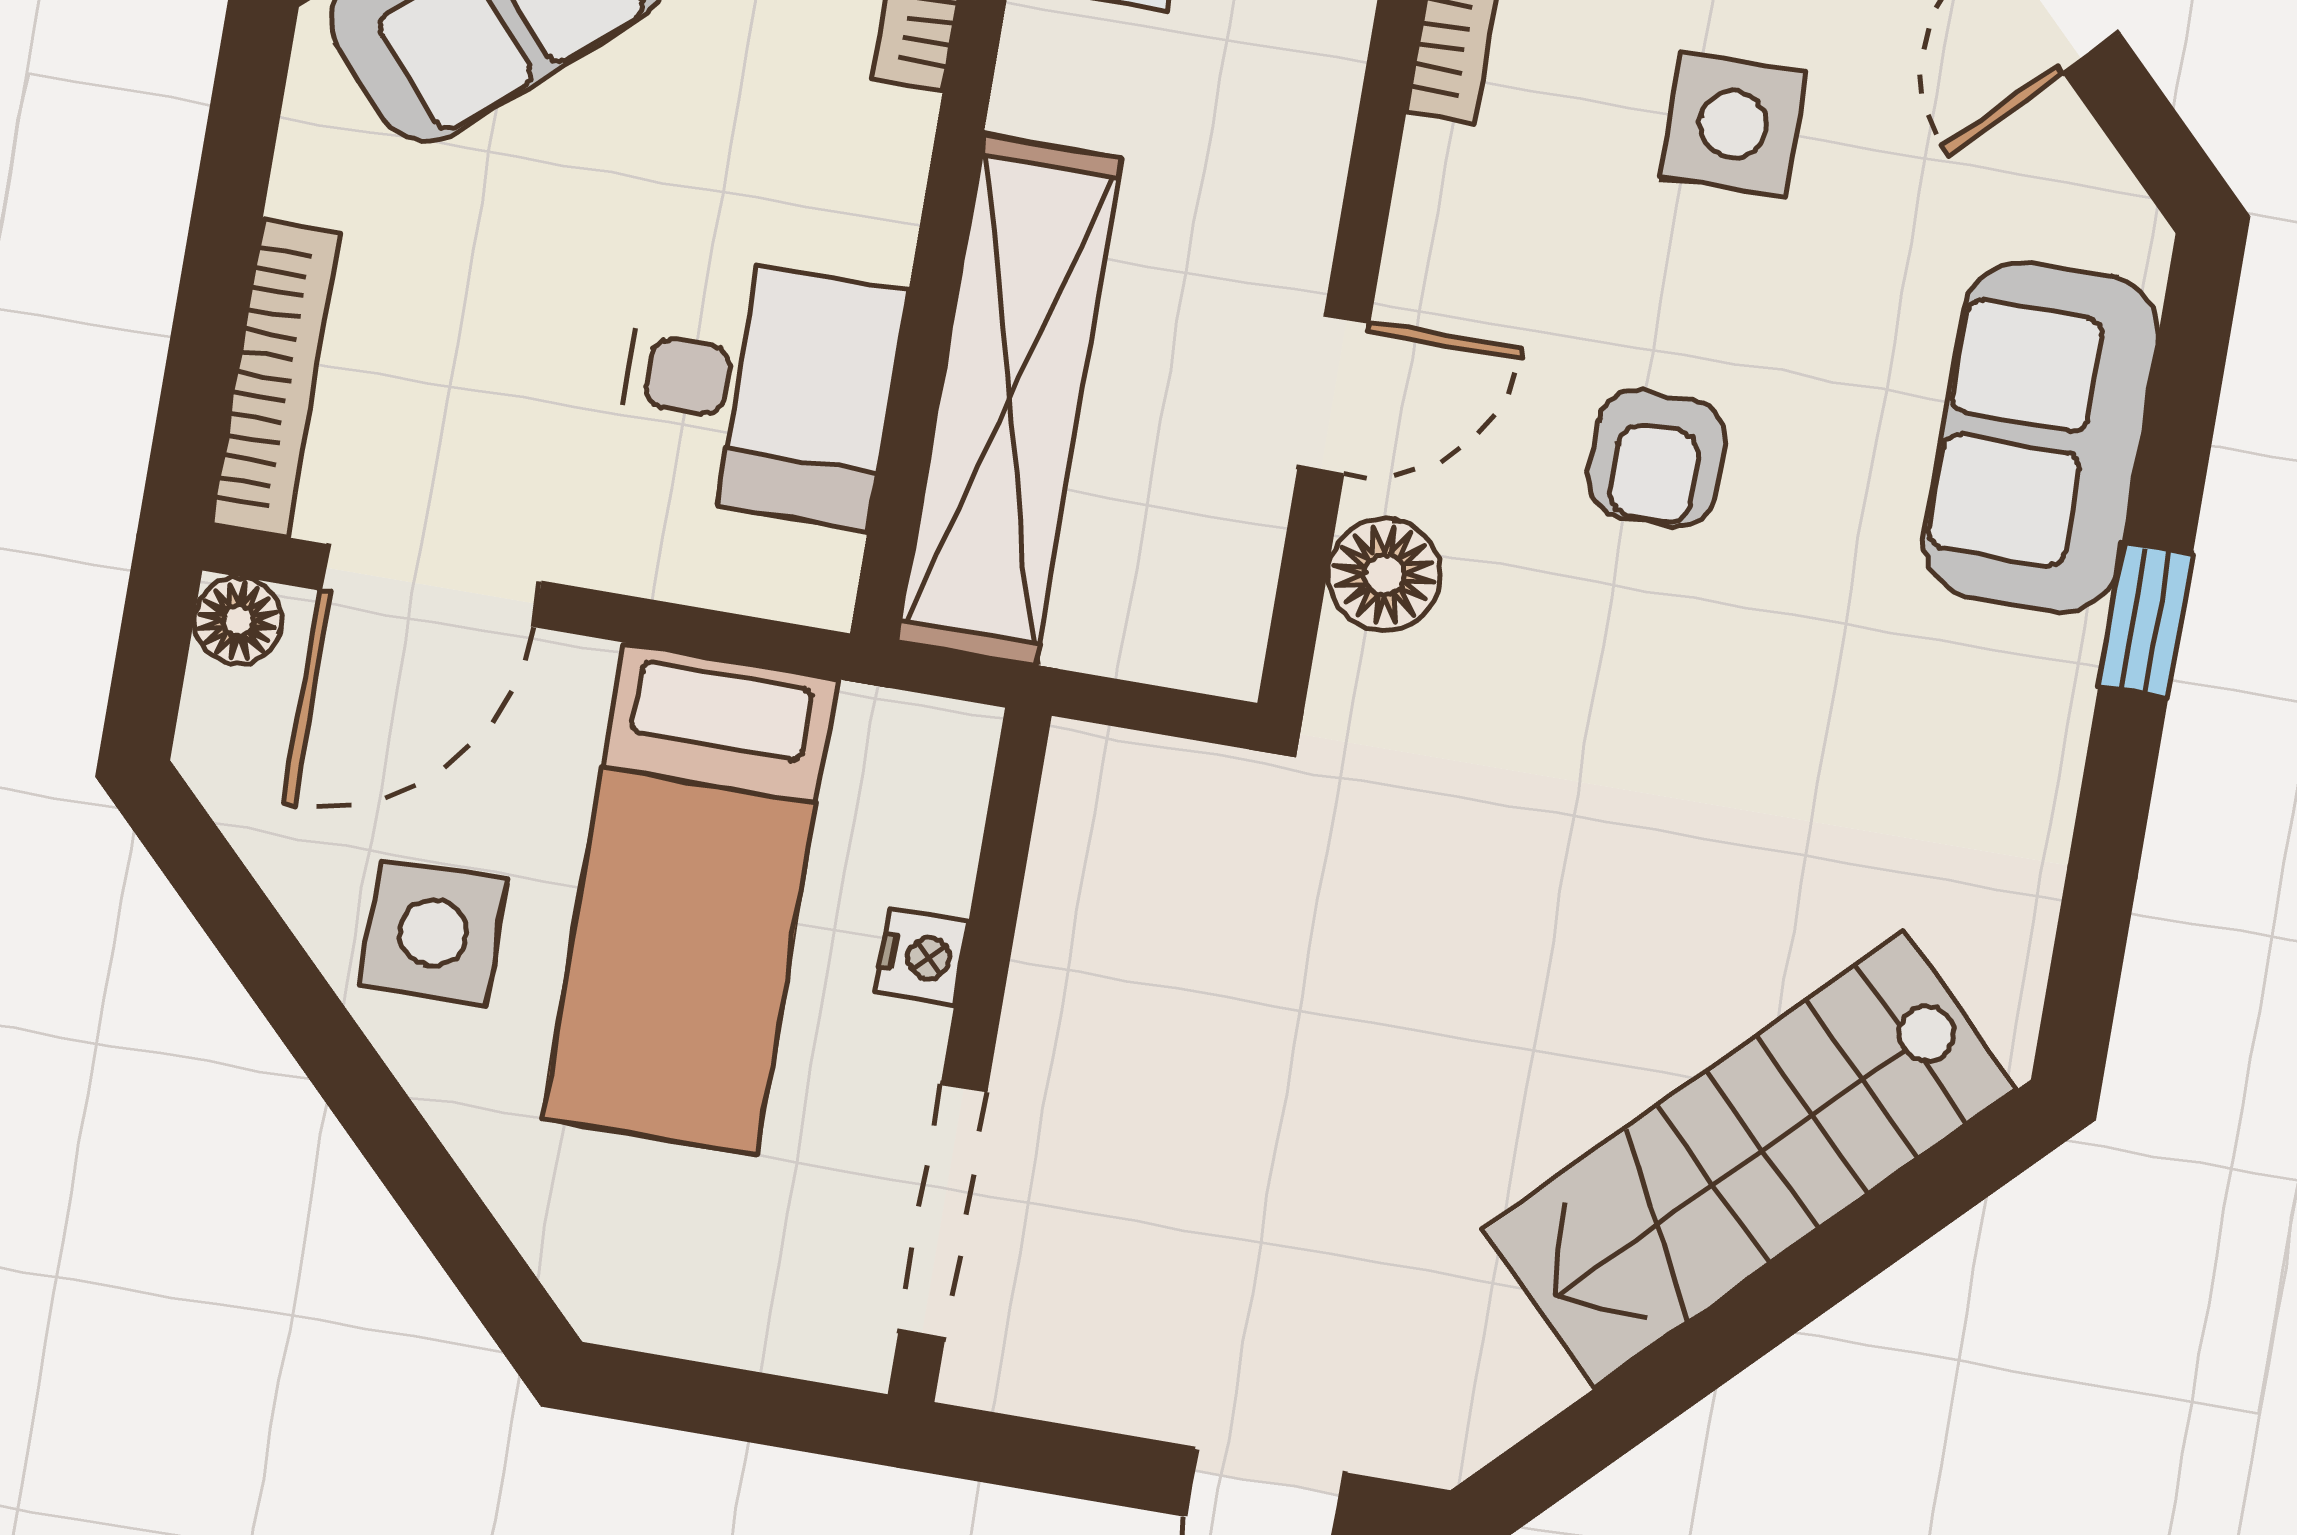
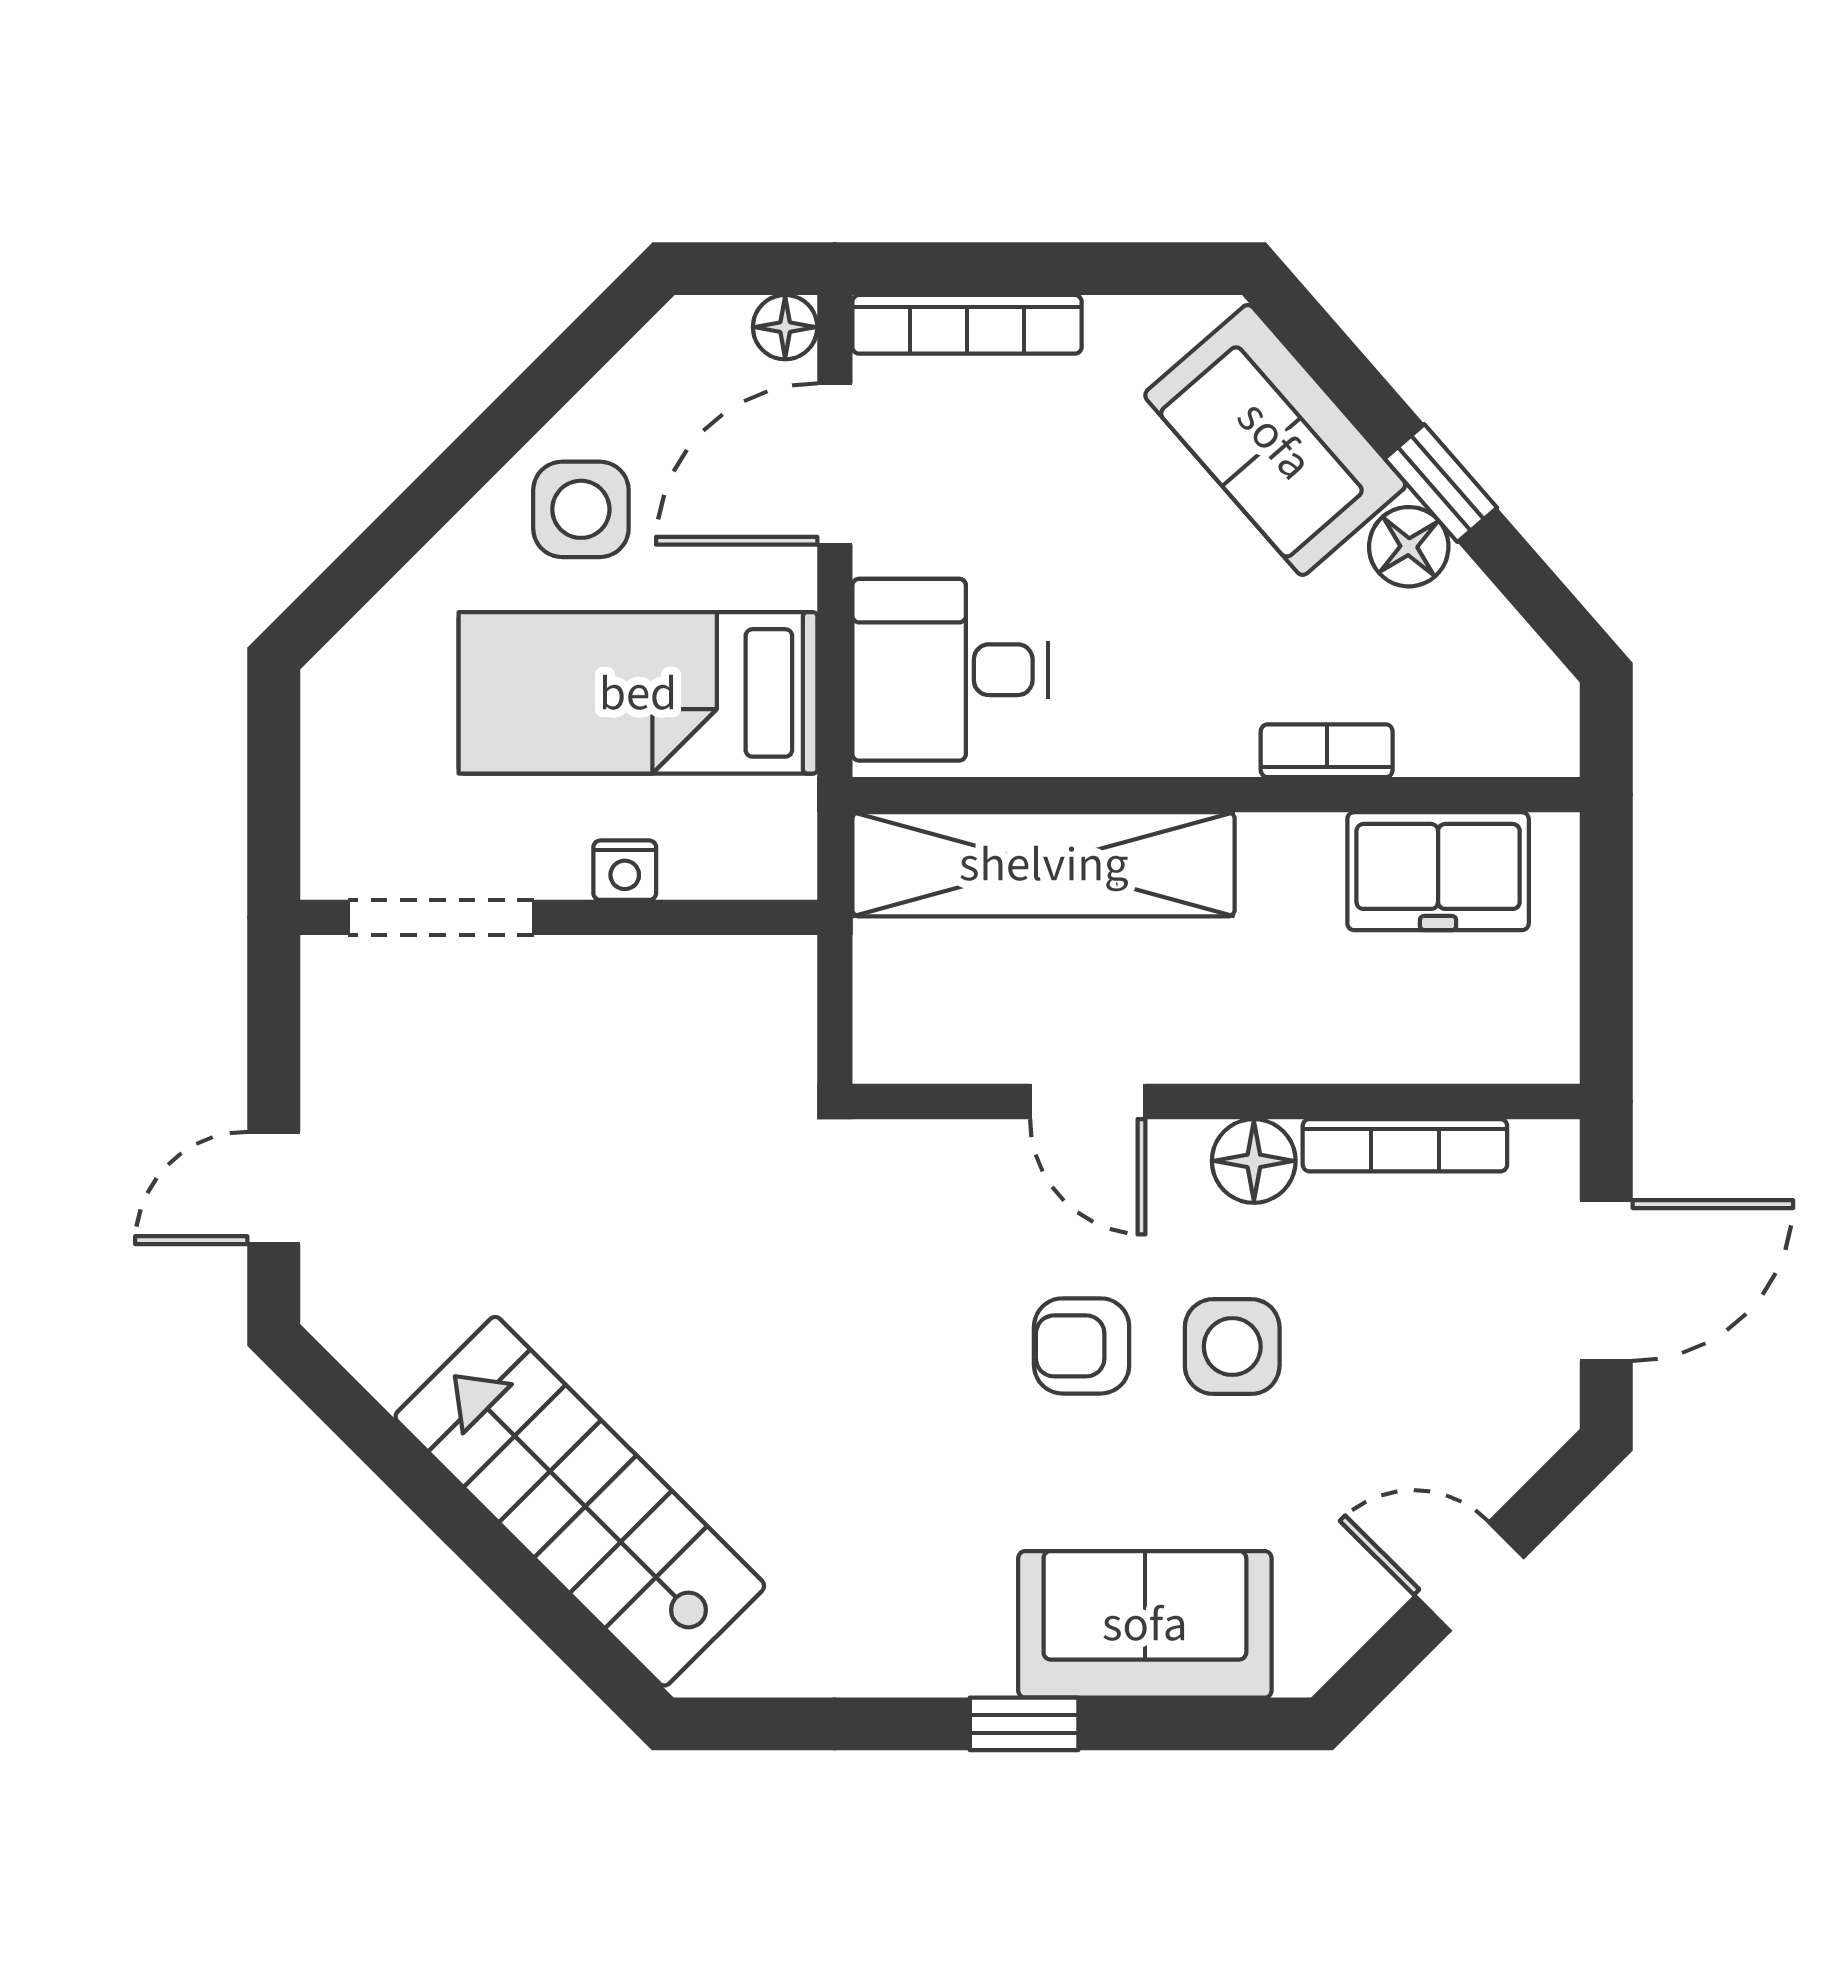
side table: (1733, 124) -> (1232, 1347), moved
desk: (758, 389) -> (950, 670), moved, turned 90
floor lamp: (1384, 574) -> (1254, 1161), moved
door: (431, 586) -> (835, 464), hinge flipped

